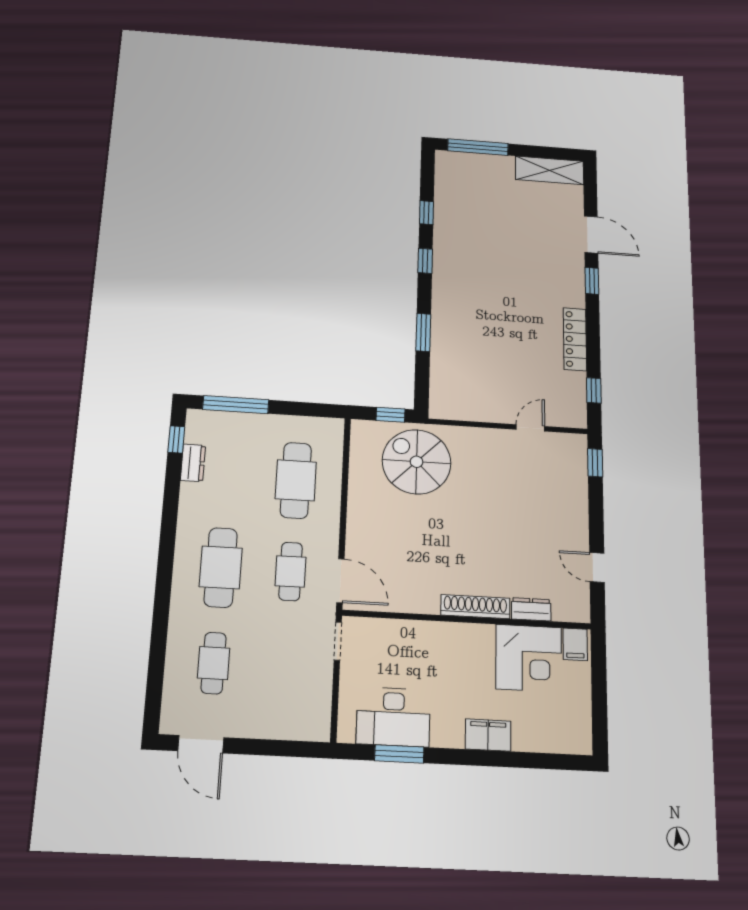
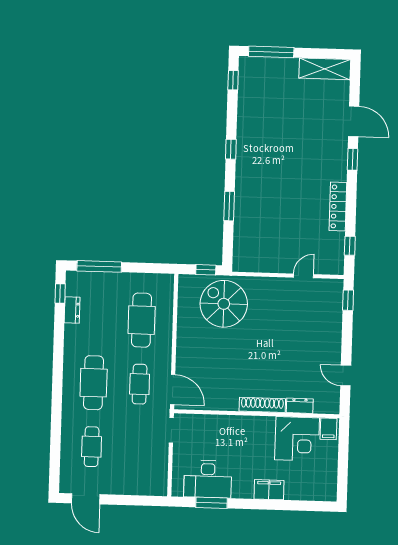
window: (426, 213) -> (233, 80), moved

